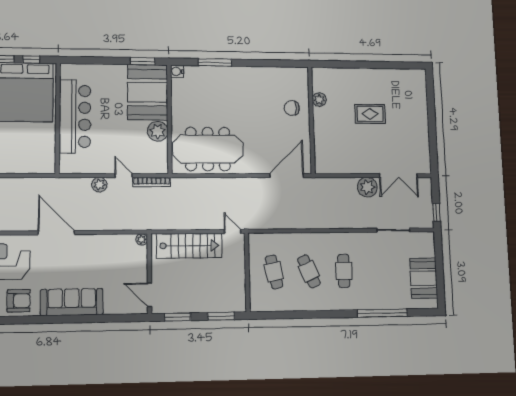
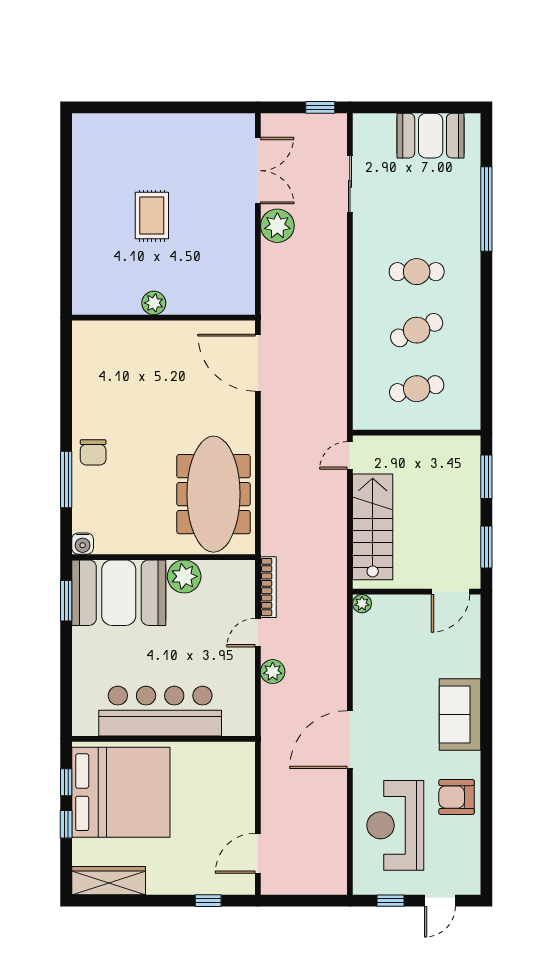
plant: (319, 100) -> (154, 303), moved
chair: (292, 108) -> (93, 452), moved
armchair: (19, 301) -> (457, 797), turned -90
sofa: (72, 302) -> (460, 715), width x0.73

